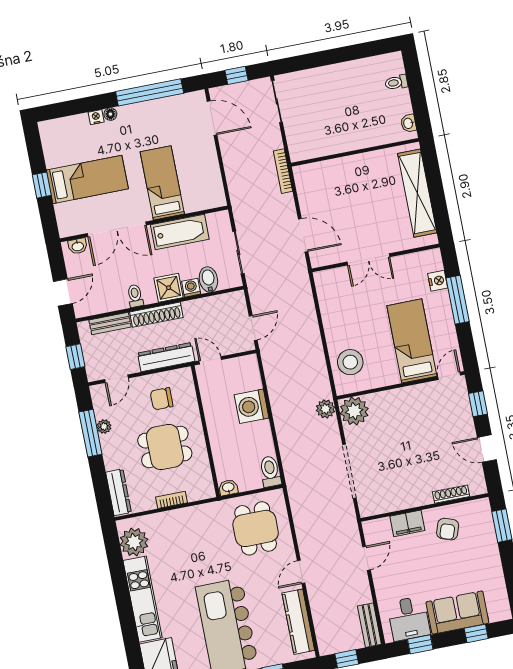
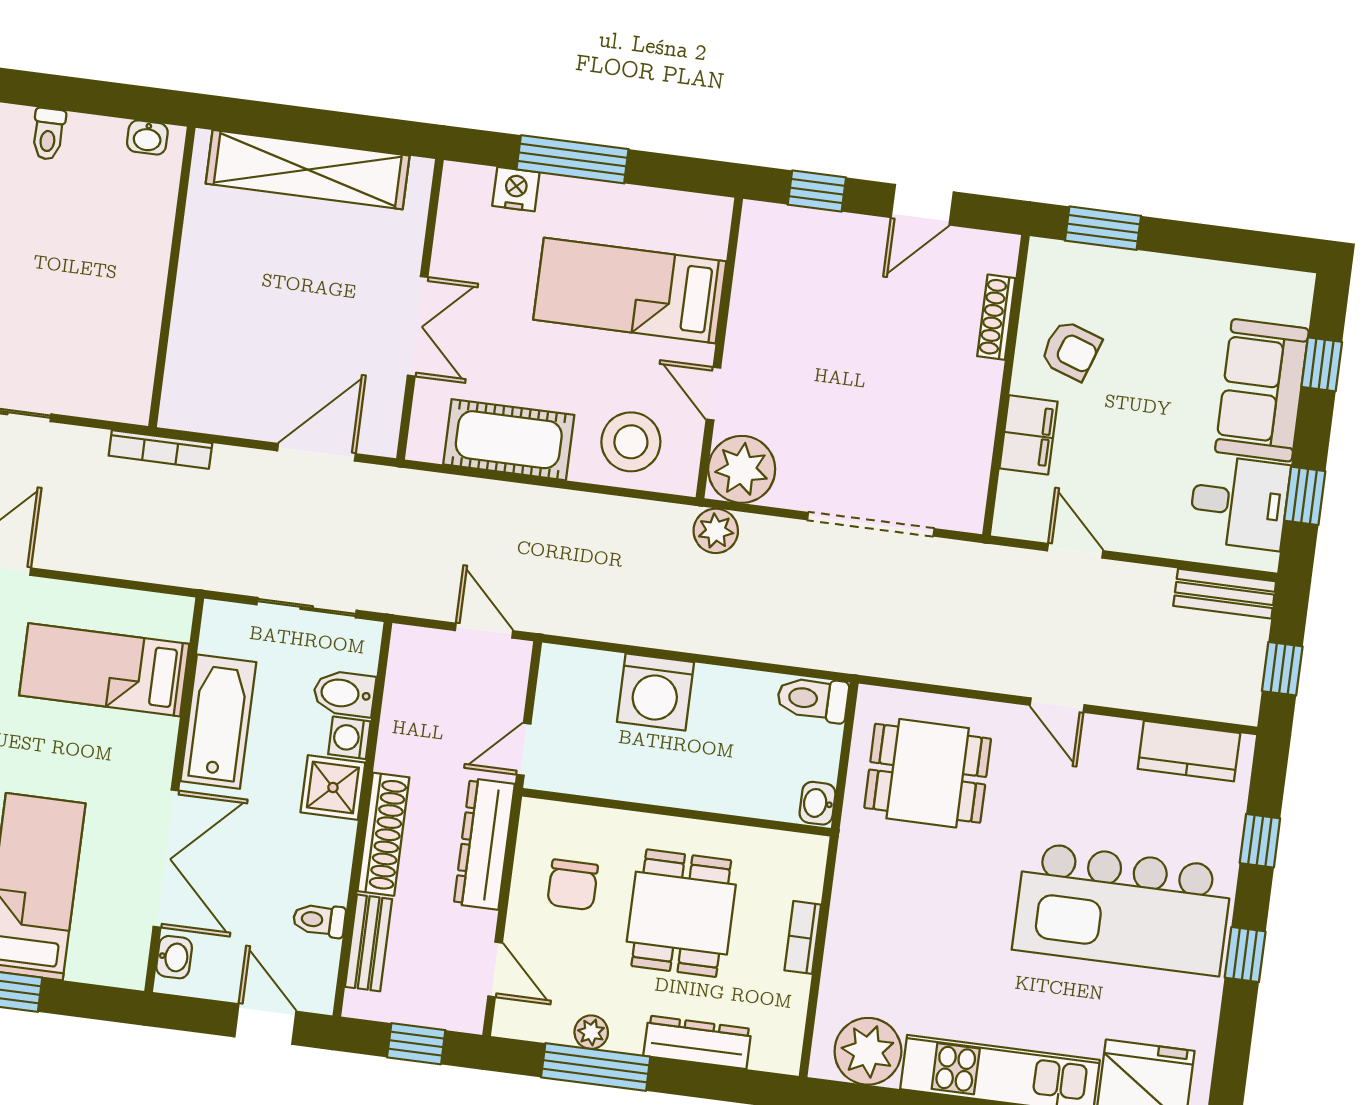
bed: (162, 183) -> (104, 670), moved
toilet: (135, 296) -> (319, 920), moved
cot: (334, 312) -> (509, 440), added
door: (449, 376) -> (713, 394), moved
dresser: (119, 492) -> (697, 1042), moved
kitchen counter: (298, 622) -> (1189, 751), width x0.67

